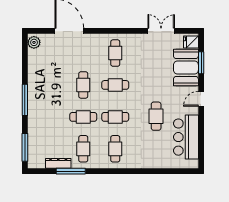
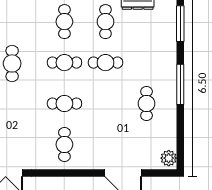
cafe table: (83, 85) -> (147, 104), moved

